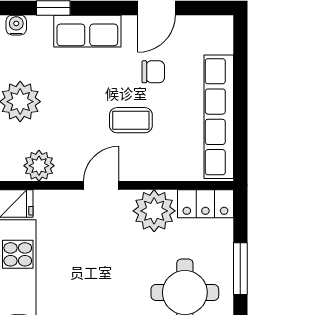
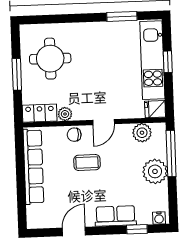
chair: (153, 72) -> (74, 135), moved
plant: (154, 211) -> (65, 114), width x0.53, depth x0.53

